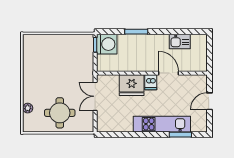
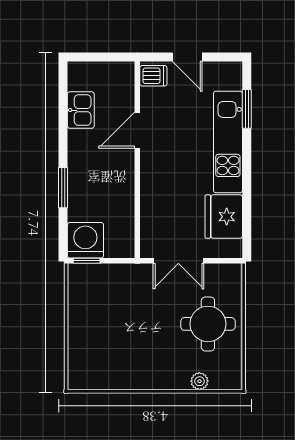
dishwasher: (151, 82) -> (153, 76), moved
fridge: (132, 85) -> (224, 217), moved, turned 180

